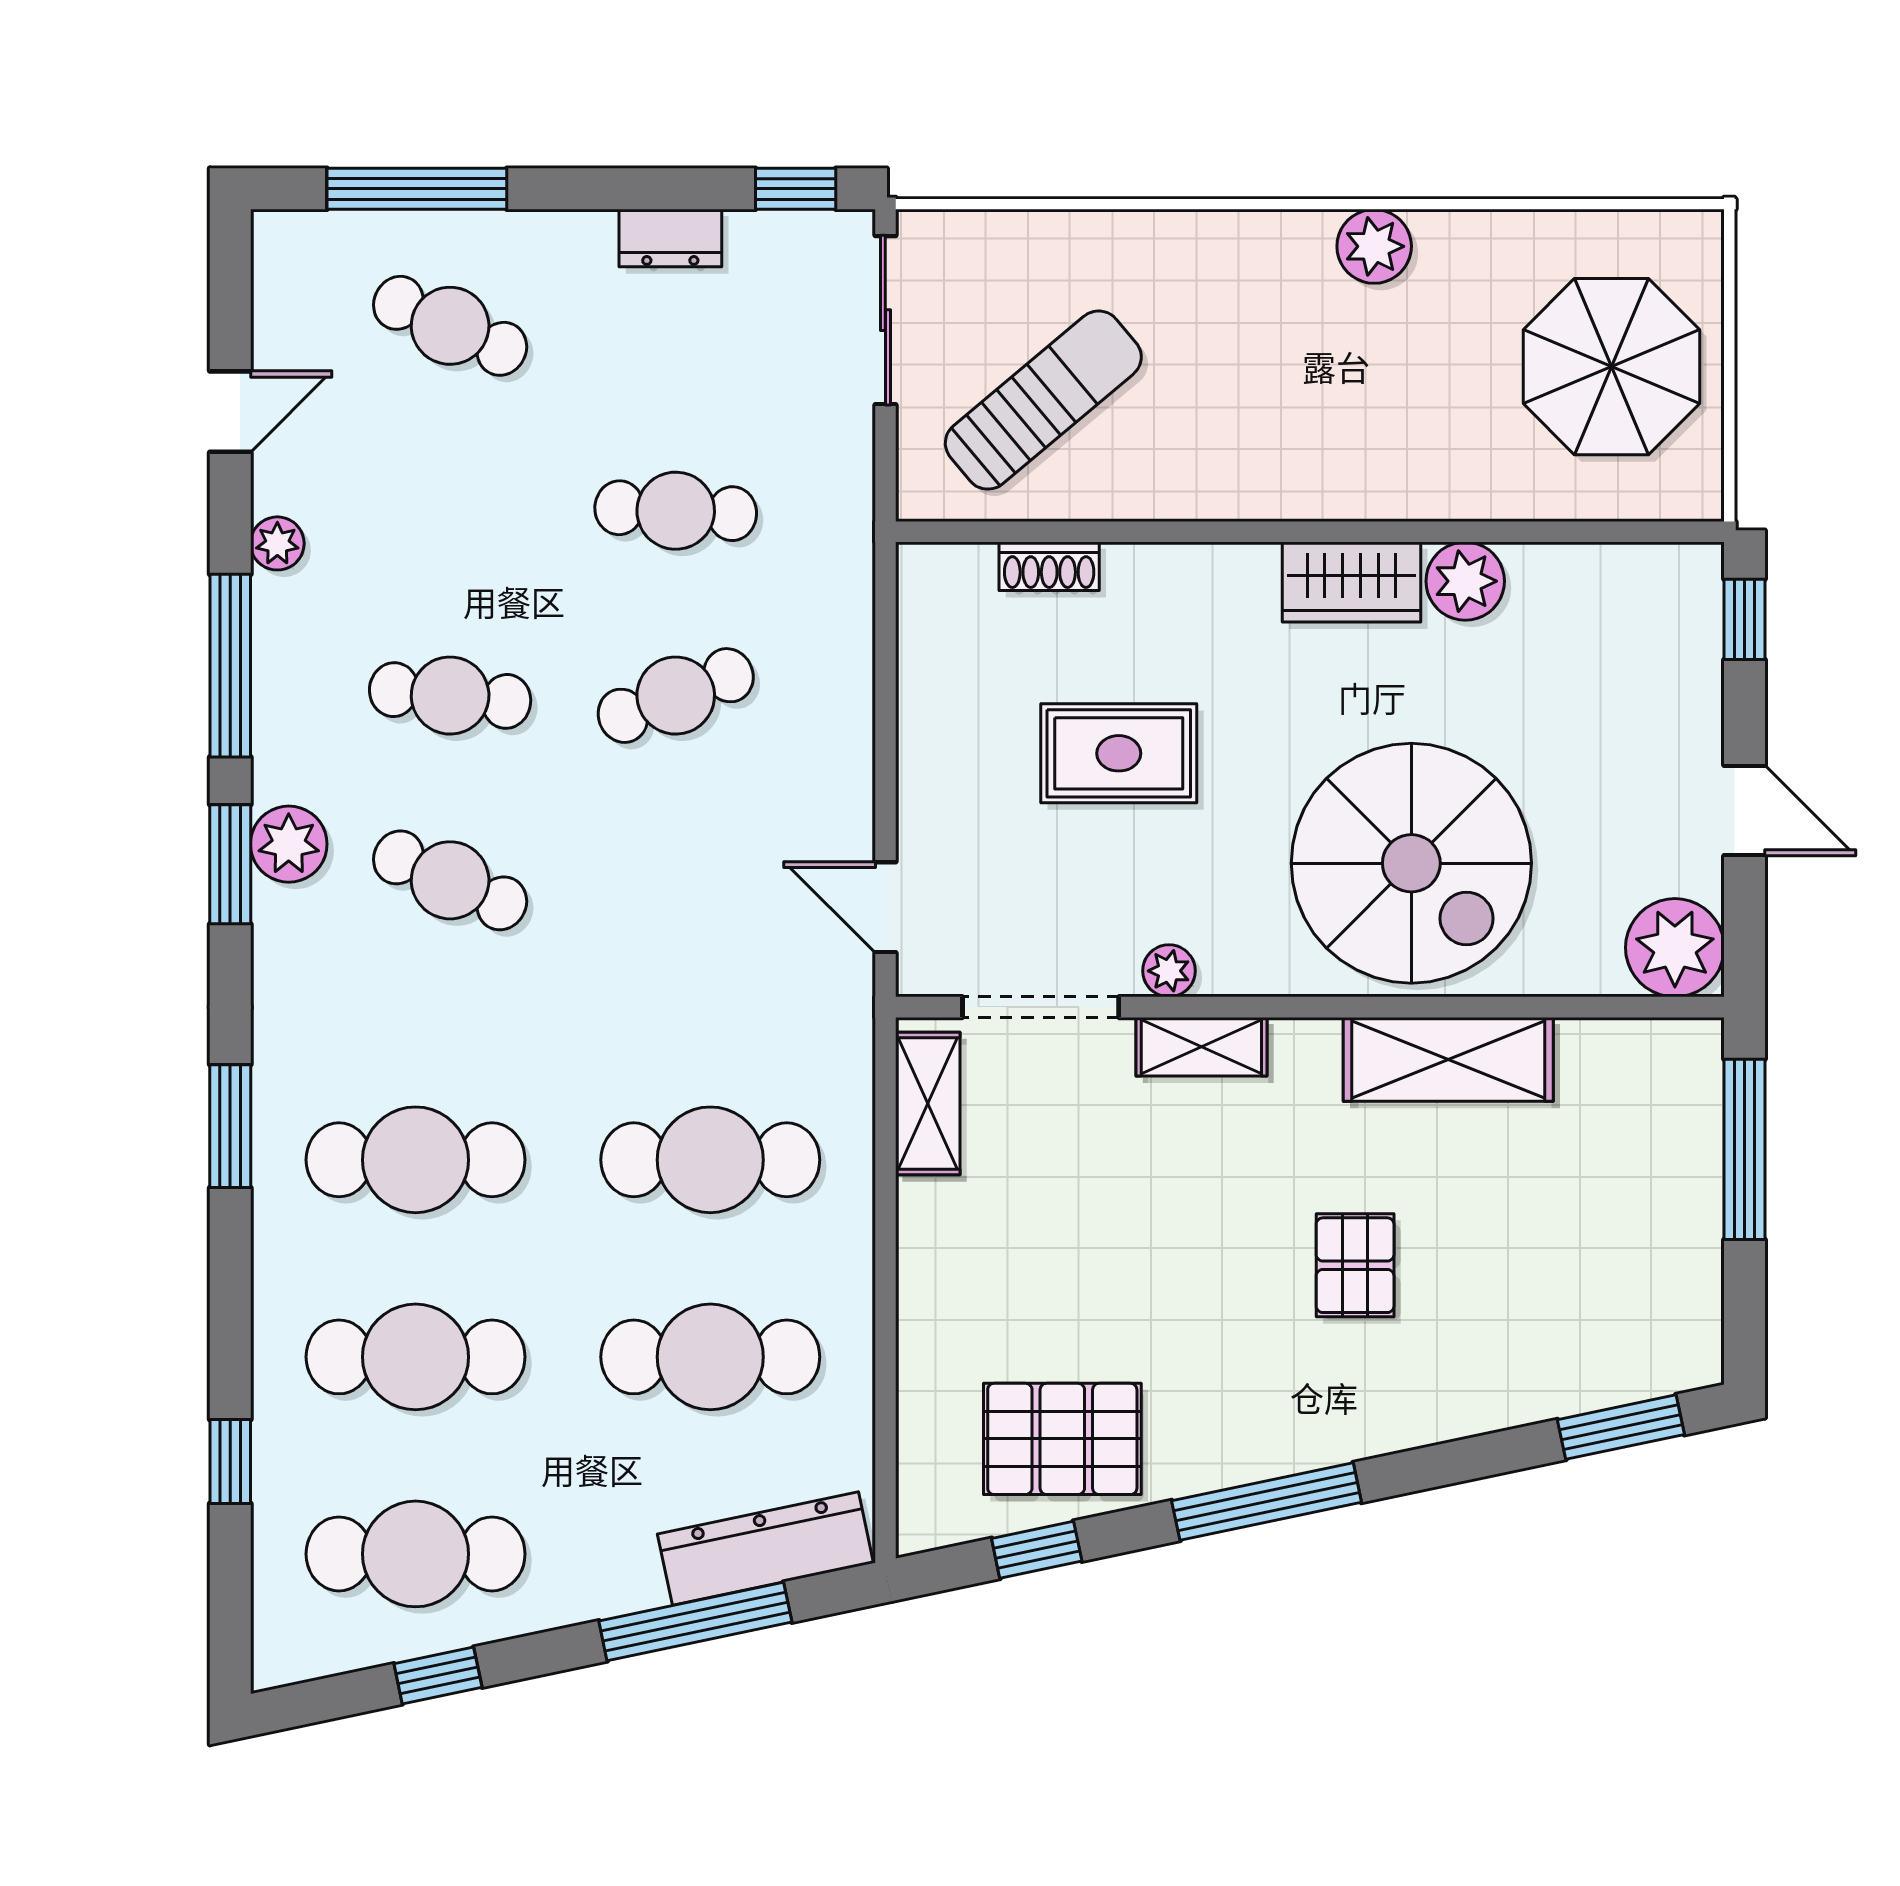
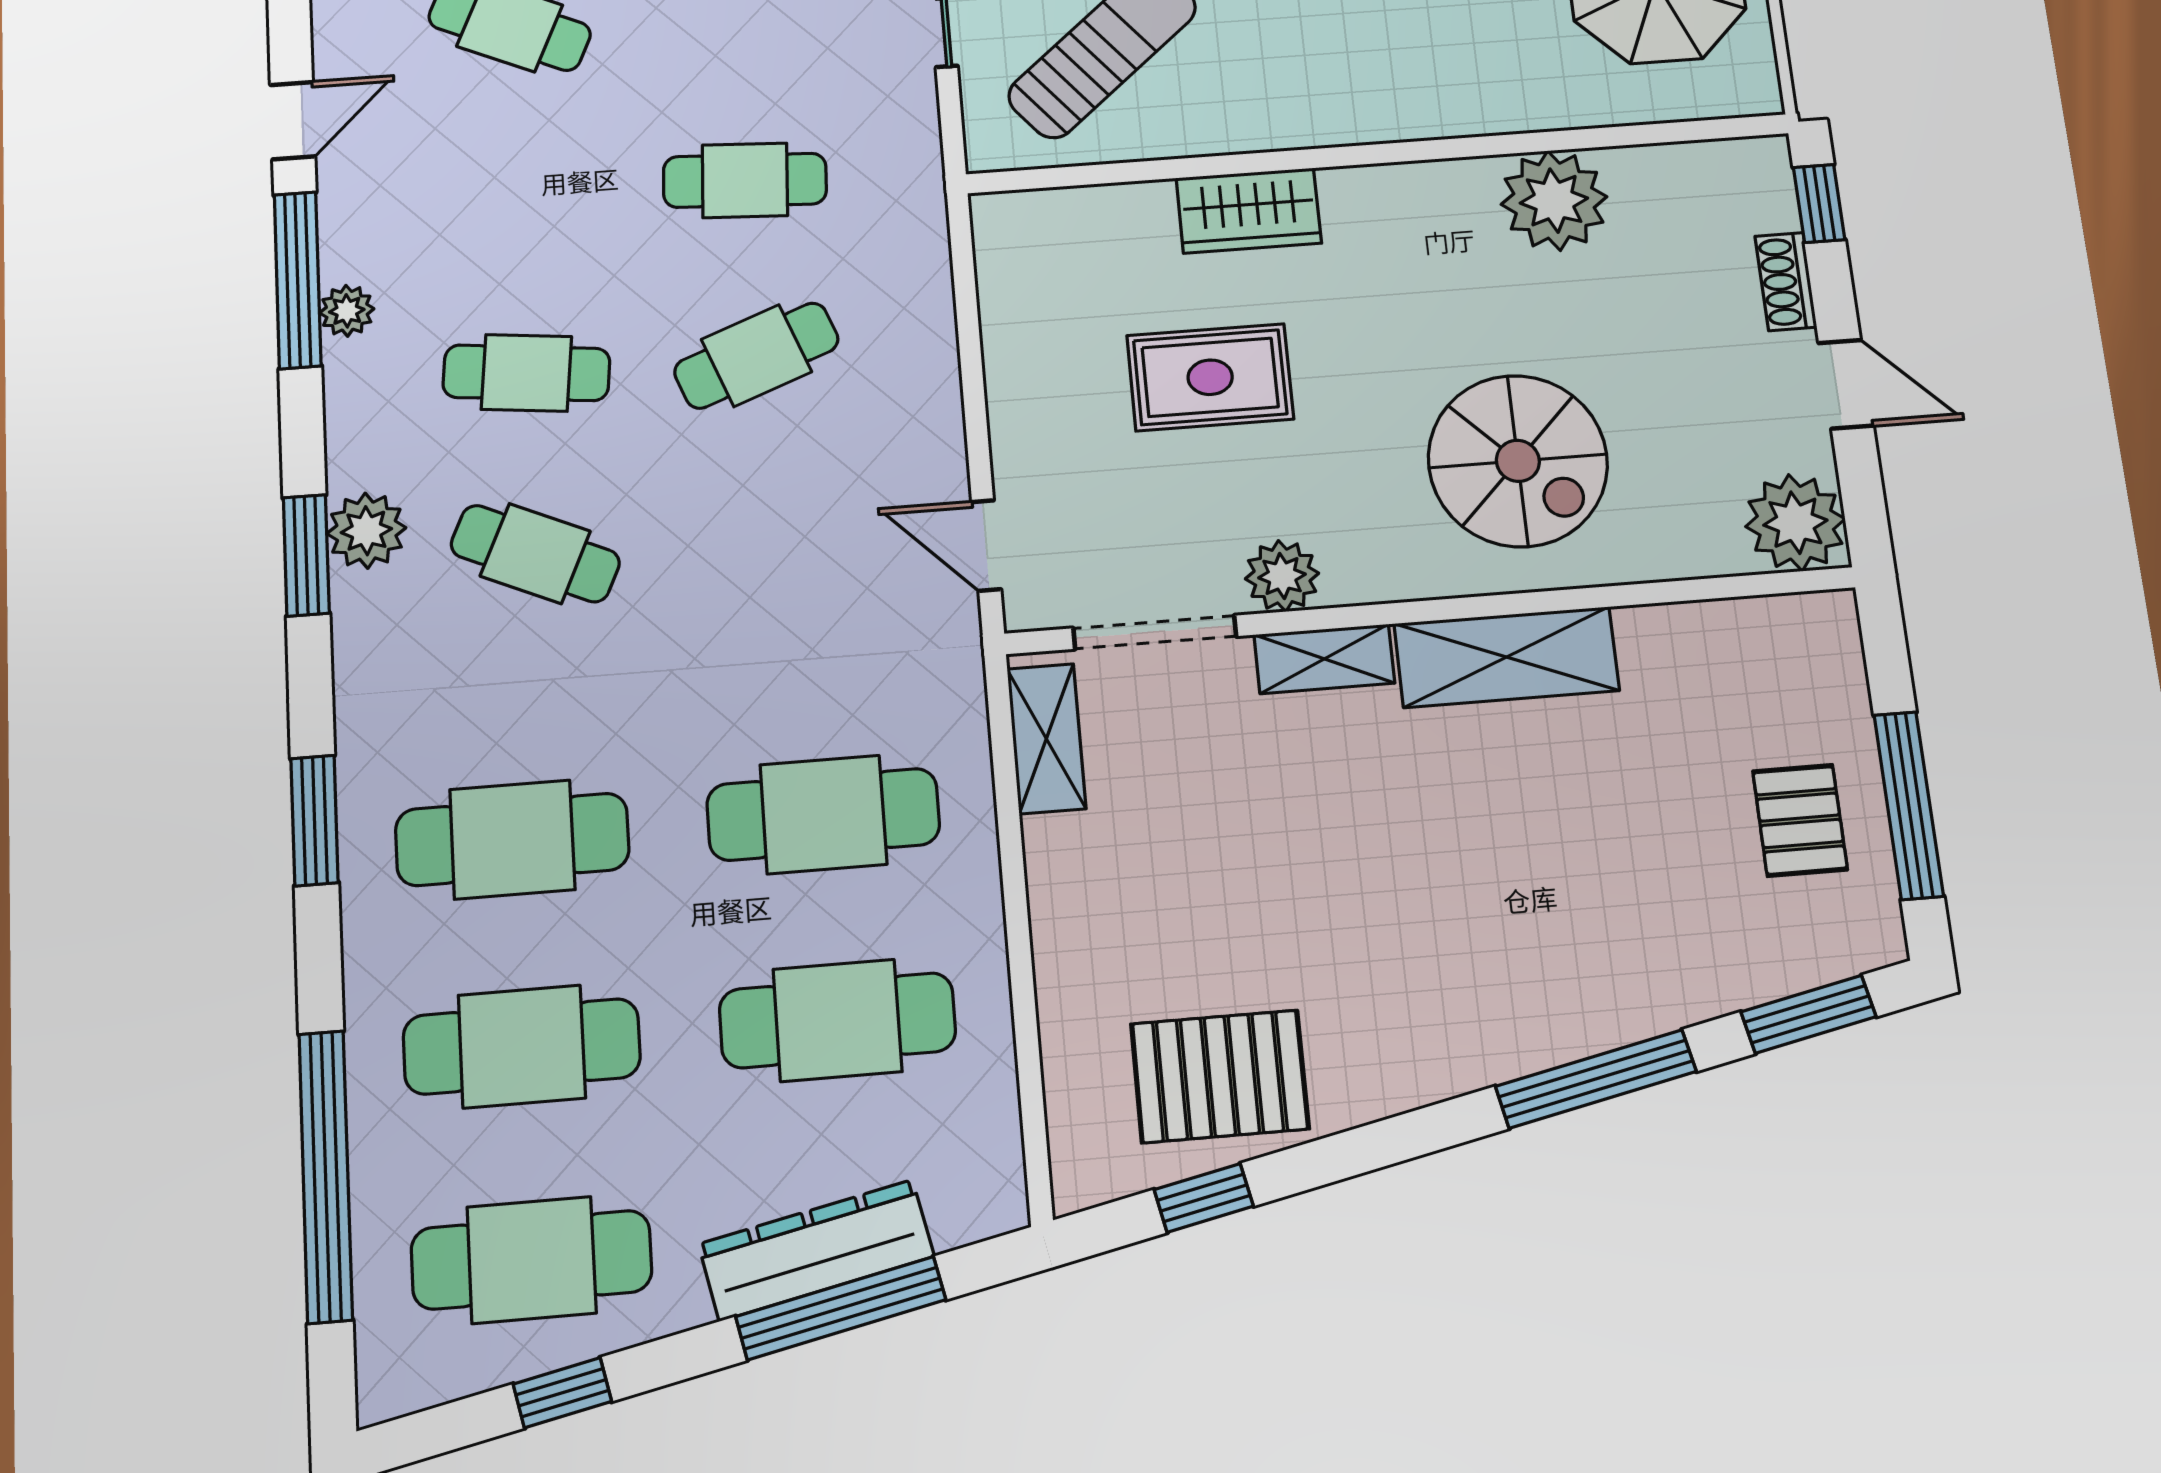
plant: (277, 543) -> (347, 311), moved
shoe rack: (1049, 566) -> (1786, 282), moved, turned 90
plant: (1465, 581) -> (1554, 201), width x1.36, depth x1.36
wardrobe: (1352, 582) -> (1249, 211), moved
window: (230, 666) -> (298, 280), moved
spiral stairs: (1411, 863) -> (1518, 461), width x0.73, depth x0.73
plant: (1169, 971) -> (1282, 576), width x1.38, depth x1.38
shelving: (1448, 1059) -> (1507, 657), moved
window: (1745, 1149) -> (1909, 805), moved
pallet: (1355, 1265) -> (1800, 820), moved
window: (230, 1461) -> (326, 1176), width x3.17
window: (1267, 1501) -> (1596, 1079), moved
dresser: (765, 1549) -> (816, 1250), moved

